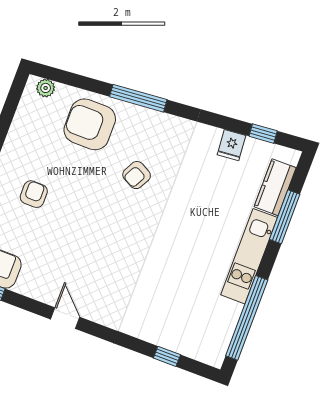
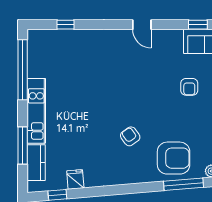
window: (138, 98) -> (184, 184), moved
armchair: (137, 175) -> (130, 136), turned -64
armchair: (34, 194) -> (189, 87), moved

